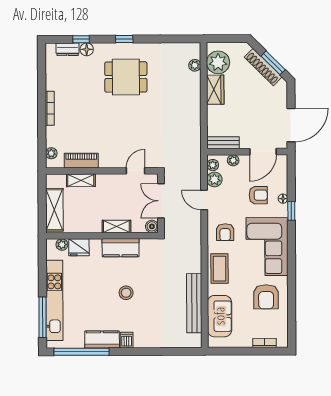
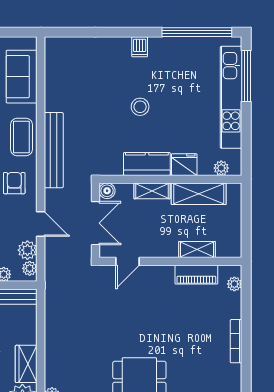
shelving: (54, 210) -> (199, 194), moved, turned 90
fridge: (79, 247) -> (184, 165), moved
bench: (194, 303) -> (54, 150), moved
kitchen counter: (102, 339) -> (171, 48), removed

